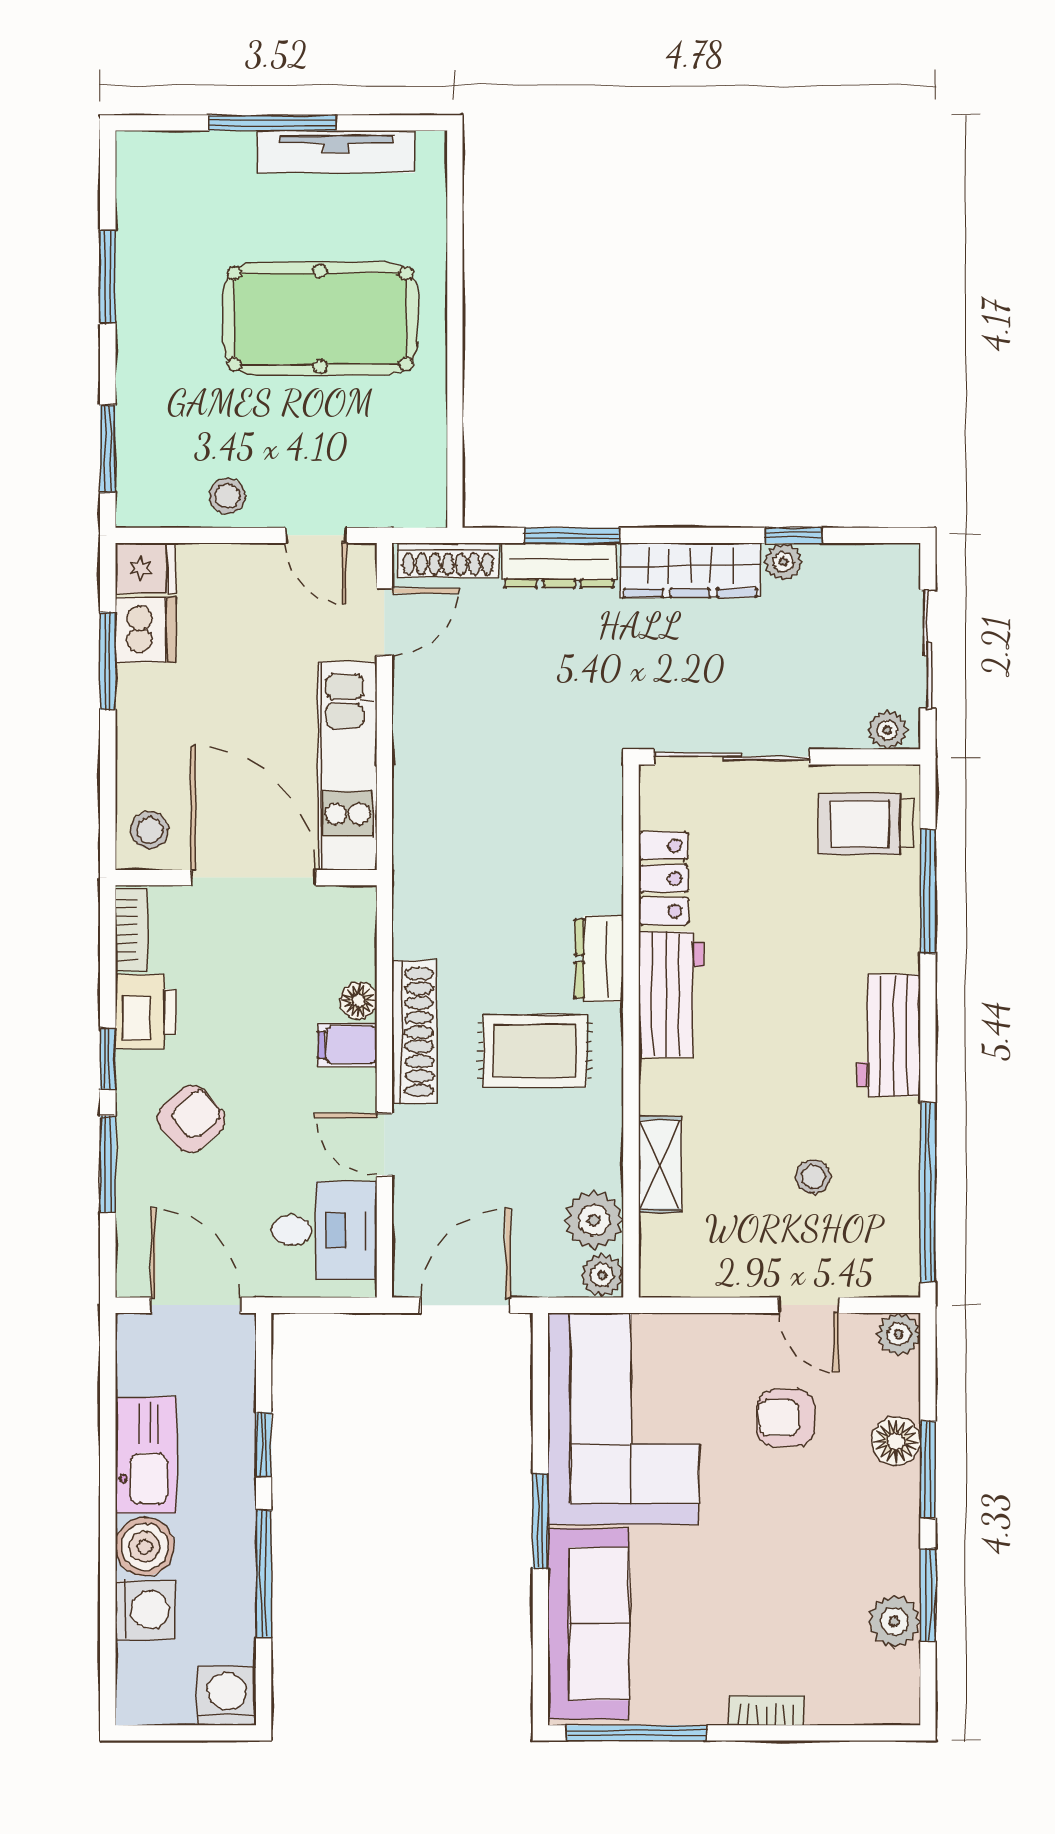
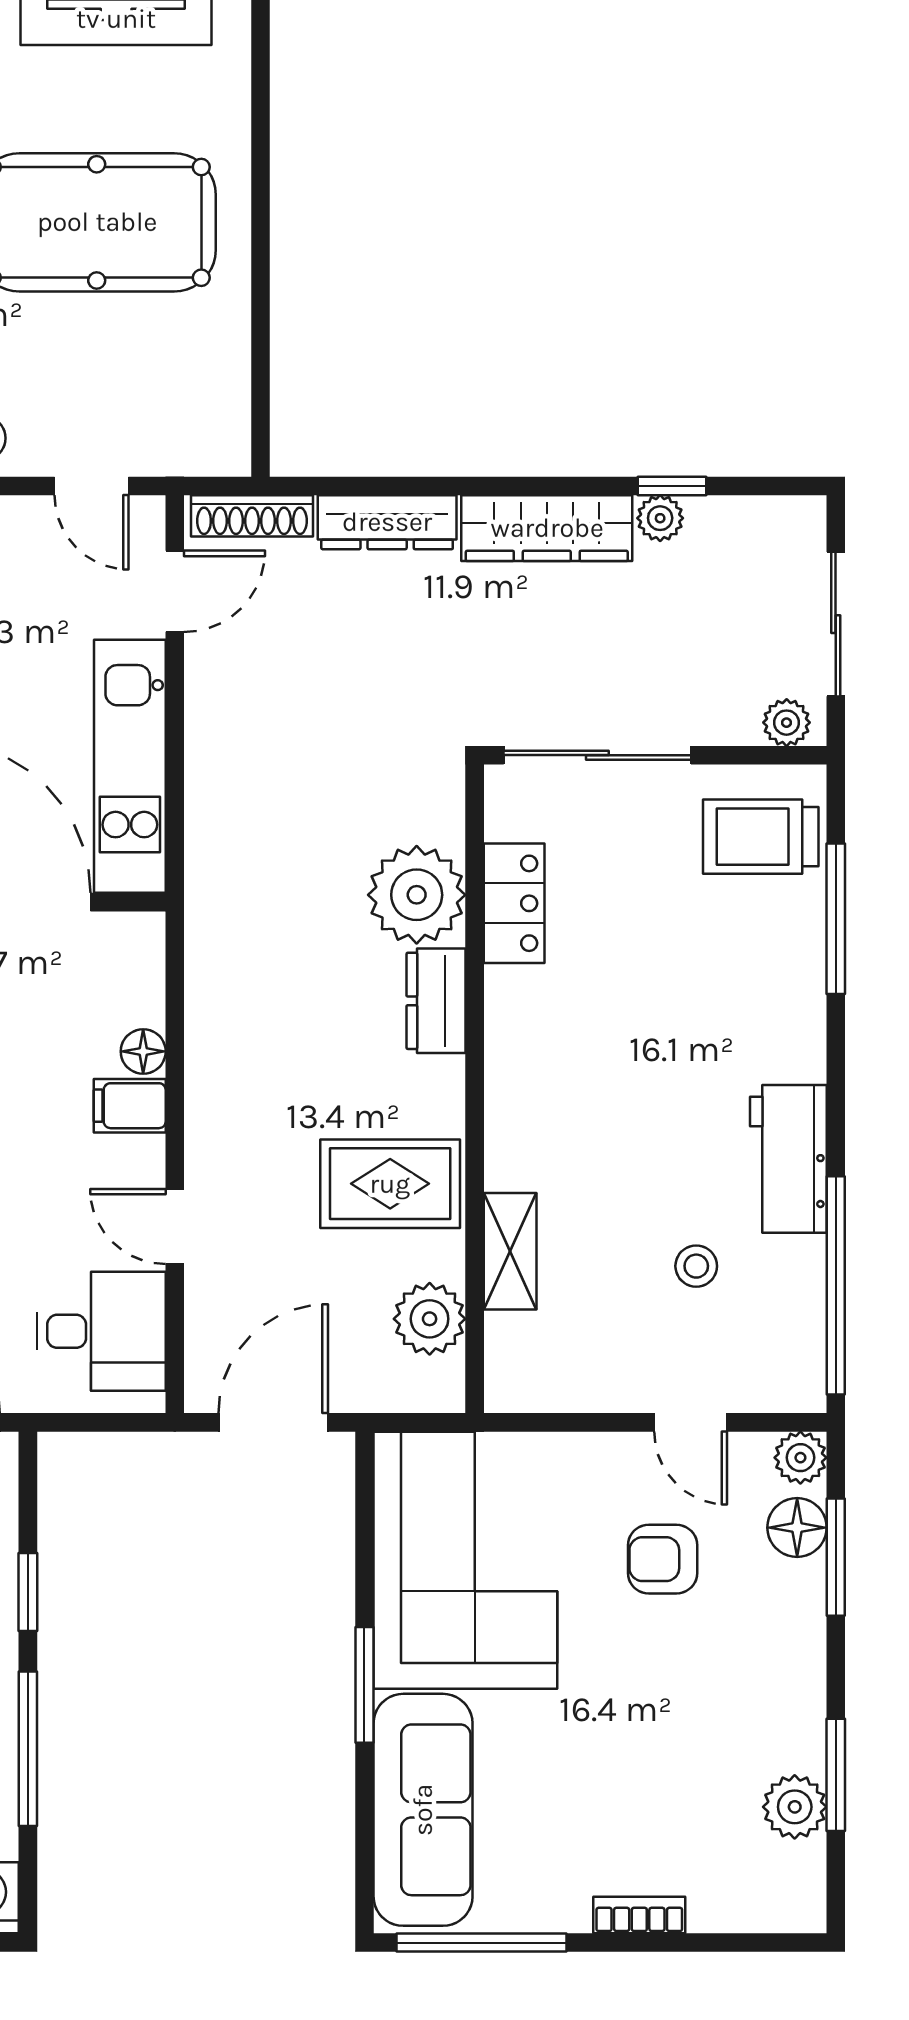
window: (572, 535) -> (403, 486), removed
workbench: (671, 994) -> (523, 1044), removed
shoe rack: (414, 1032) -> (211, 1090), removed
workbench: (889, 1036) -> (788, 1159), moved
rug: (535, 1051) -> (390, 1184), moved
plant: (602, 1275) -> (417, 895), moved, width x1.87, depth x1.87
floor lamp: (896, 1441) -> (797, 1528), moved
window: (928, 1470) -> (836, 1557), moved

